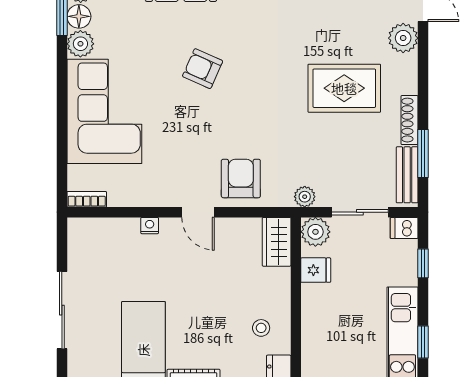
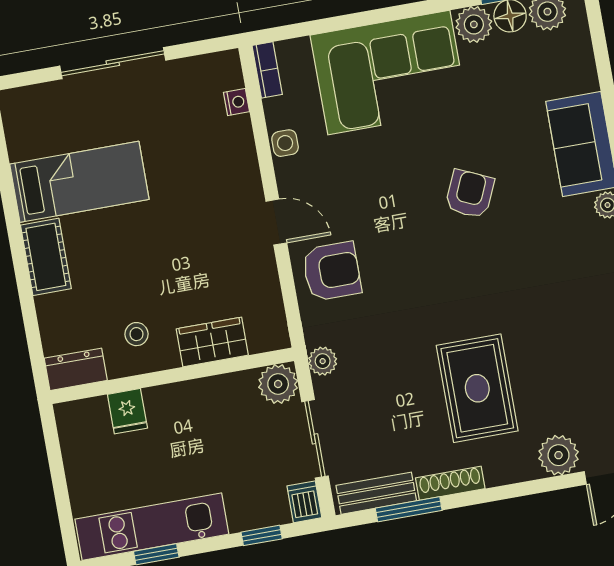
side table: (142, 196) -> (285, 143), added
door: (198, 212) -> (276, 222), swing flipped
nightstand: (150, 226) -> (237, 102), moved
wardrobe: (277, 242) -> (212, 342), moved
fridge: (316, 270) -> (127, 411), moved

